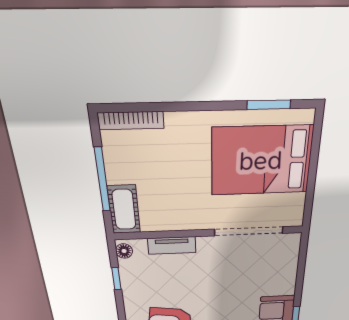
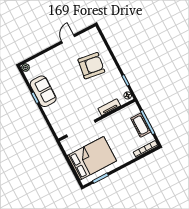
cot: (124, 210) -> (141, 125), moved

